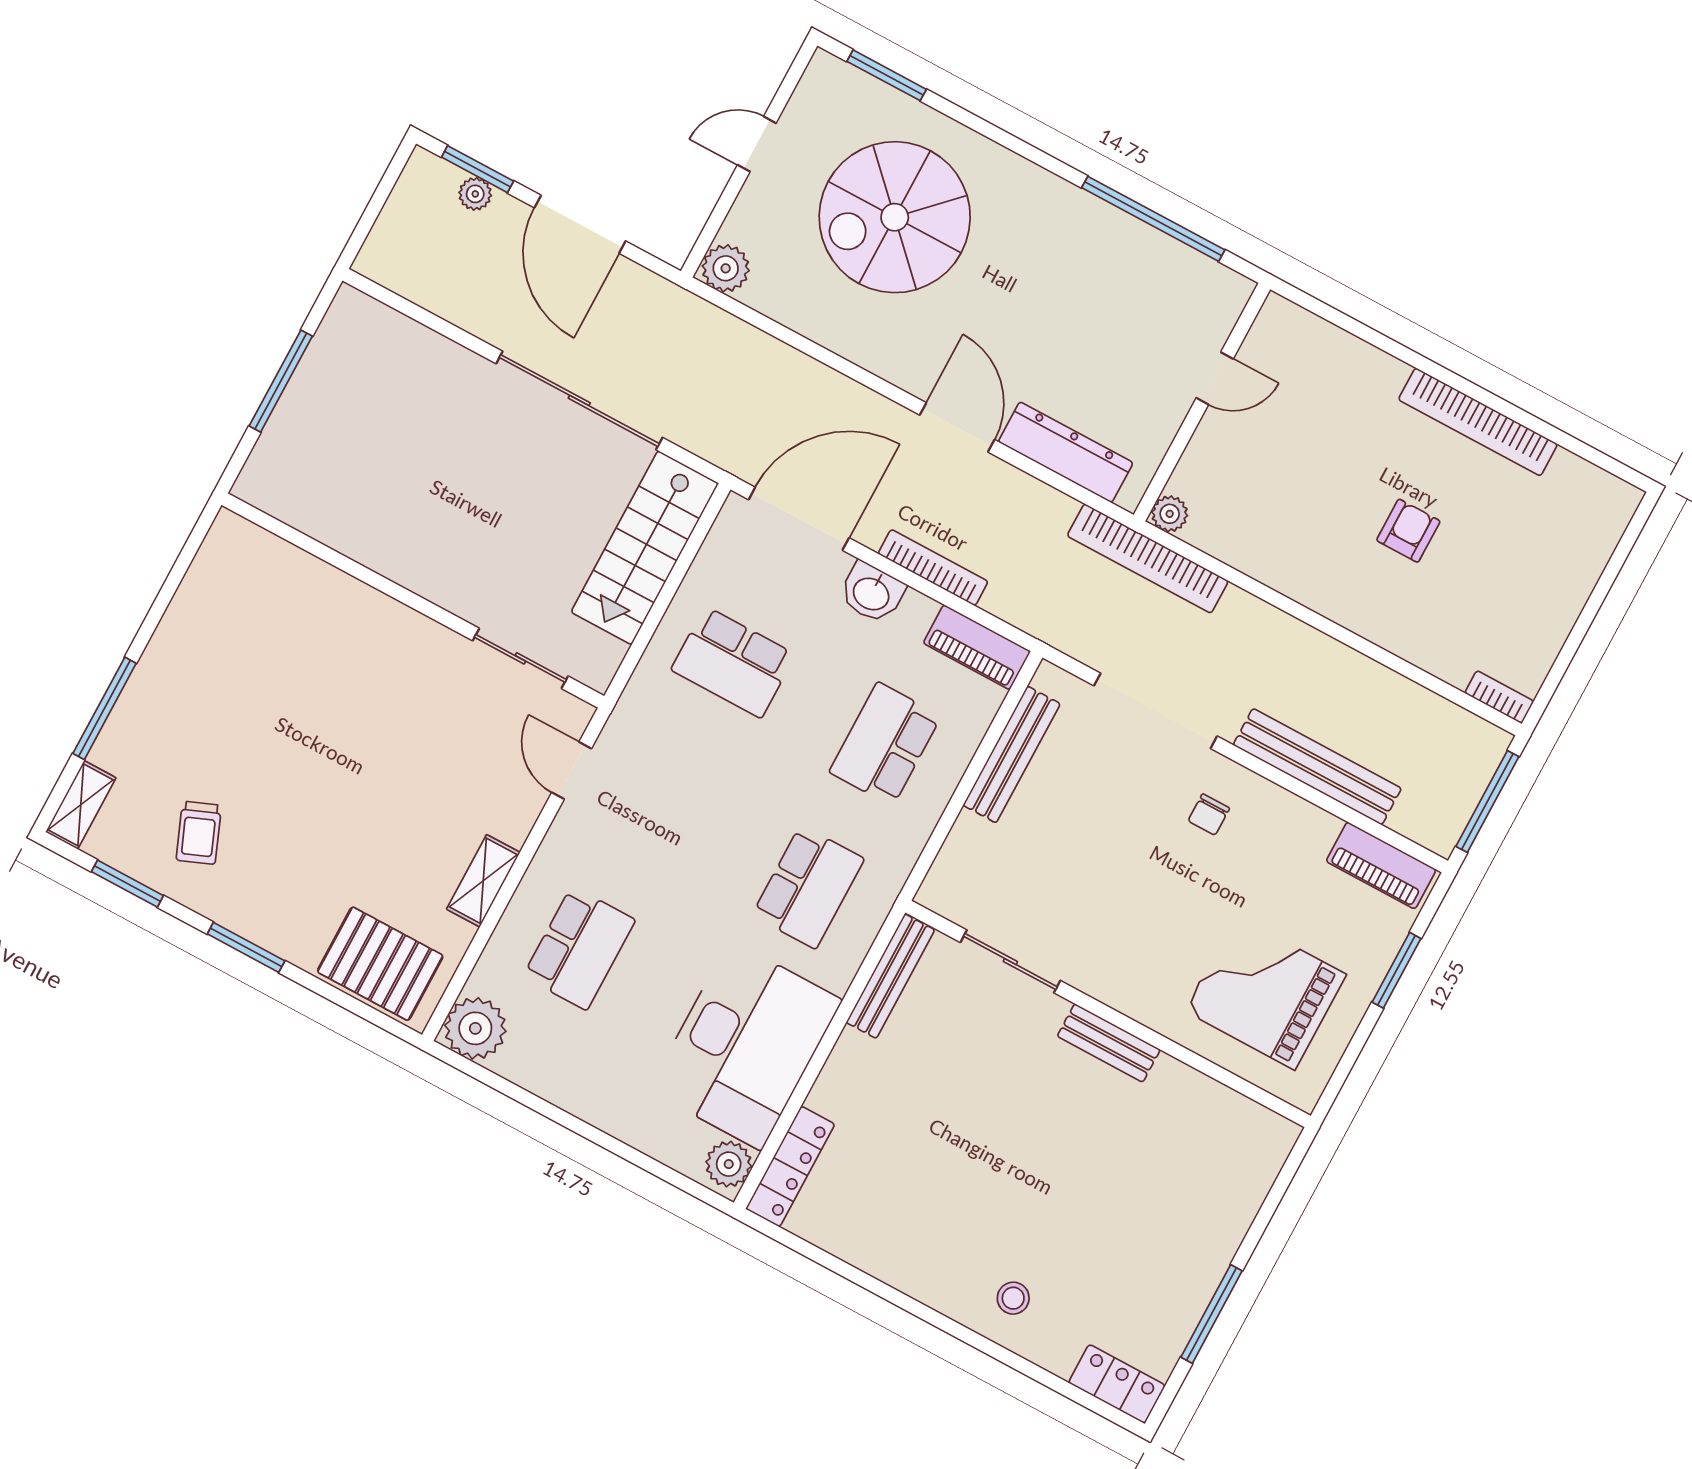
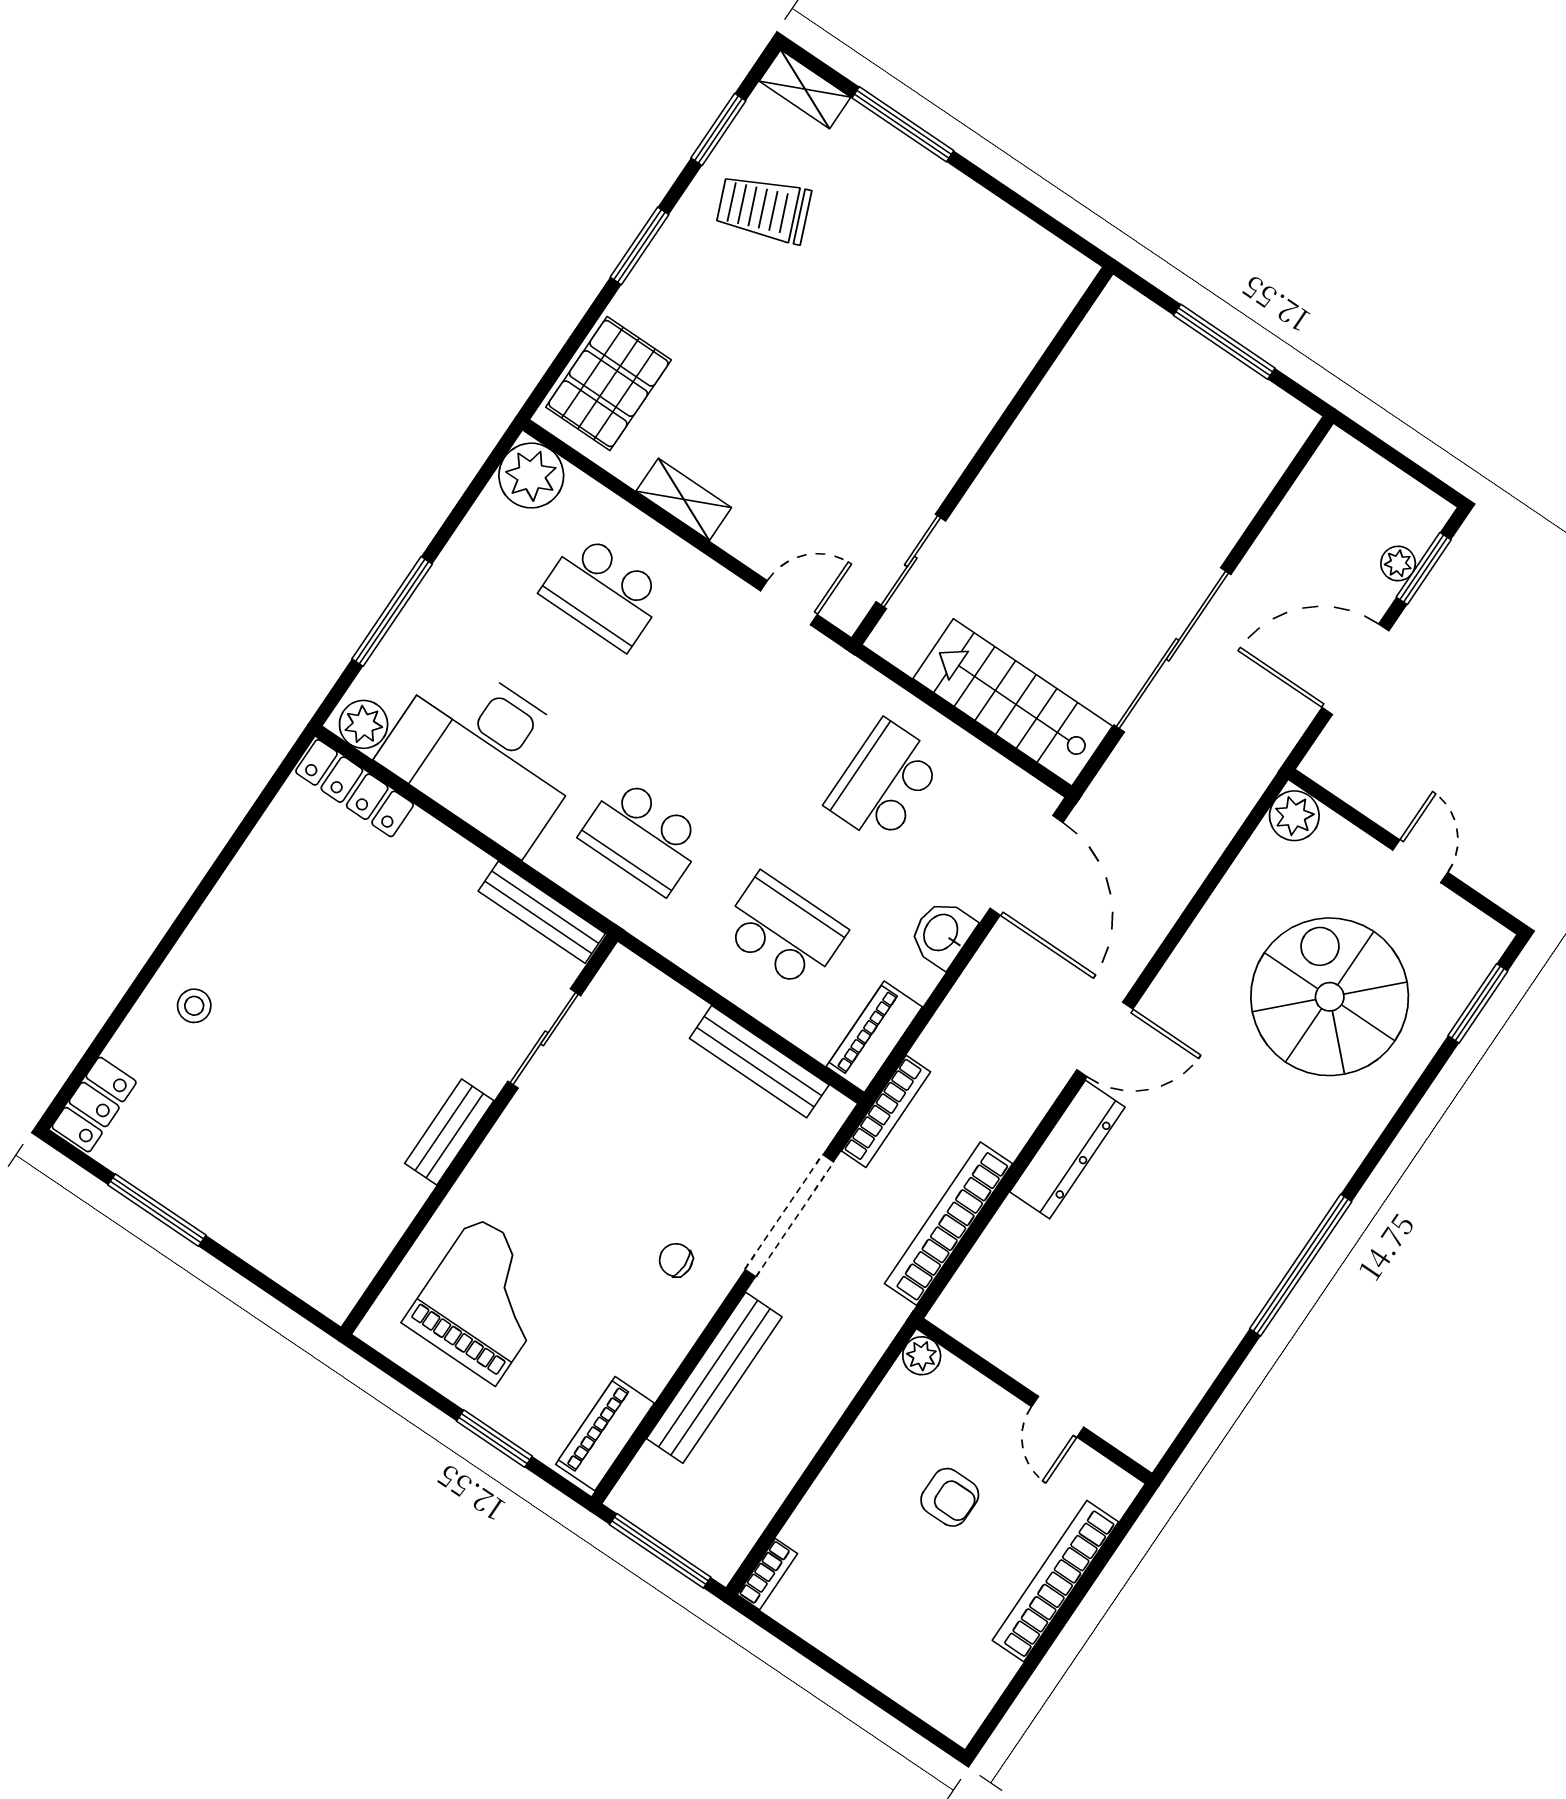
door: (1215, 378) -> (1058, 1417), moved
wall: (1202, 402) -> (1034, 1401), moved
plant: (1170, 514) -> (922, 1356), moved
bookcase: (933, 568) -> (886, 1111), moved
trolley: (199, 833) -> (764, 209), width x1.36, depth x1.39
window: (618, 1148) -> (392, 611), added

